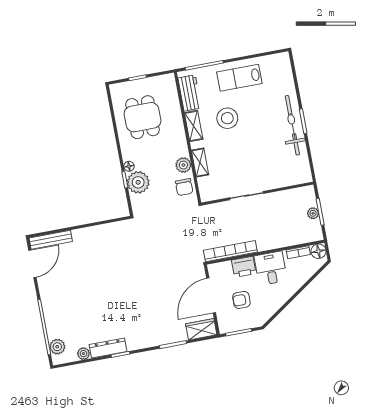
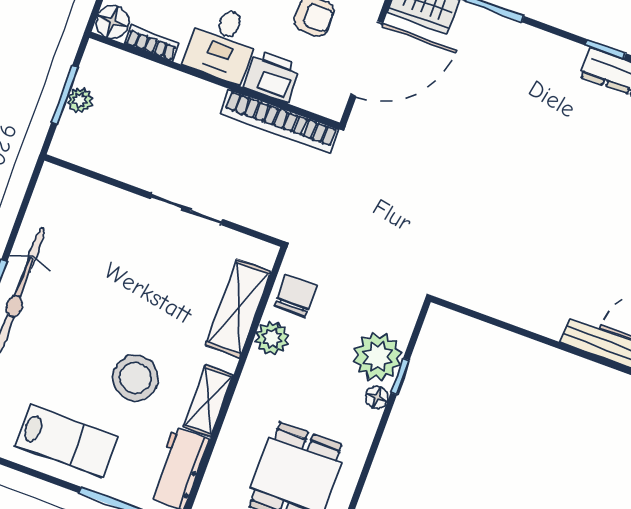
shelving: (200, 162) -> (238, 308), width x1.50, depth x1.33

